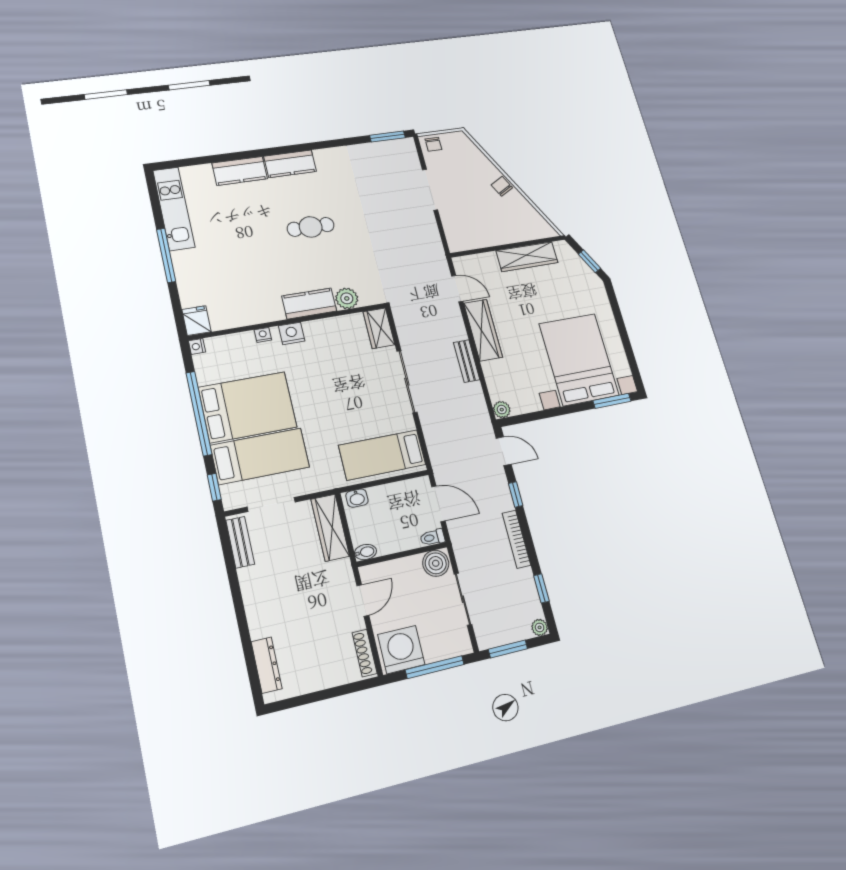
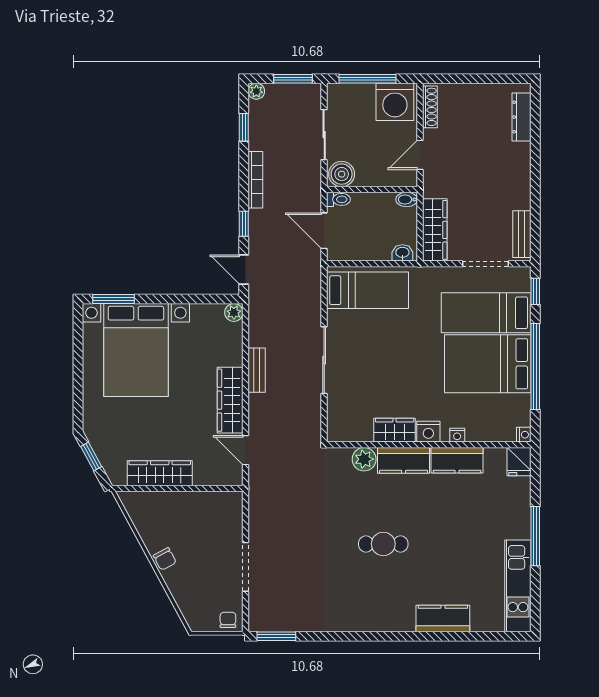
kitchen counter: (290, 164) -> (457, 460), moved, turned 180
wardrobe: (379, 328) -> (395, 430), moved, turned -90

